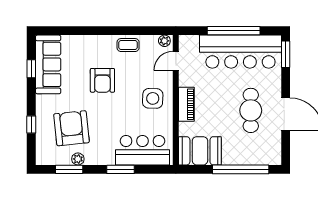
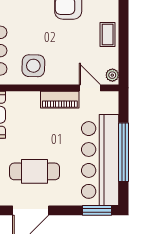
side table: (153, 98) -> (33, 66), moved
piano: (186, 104) -> (60, 100), moved

